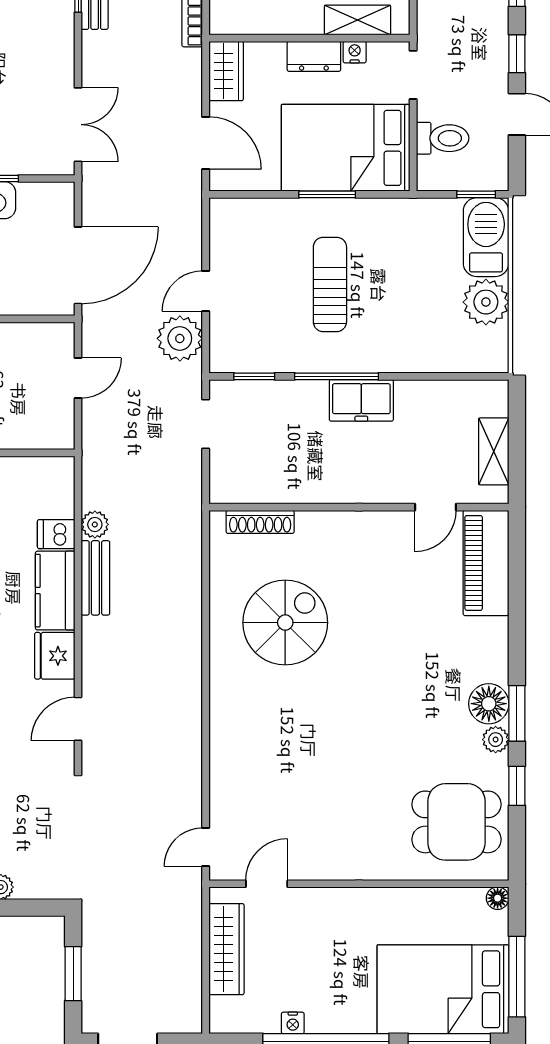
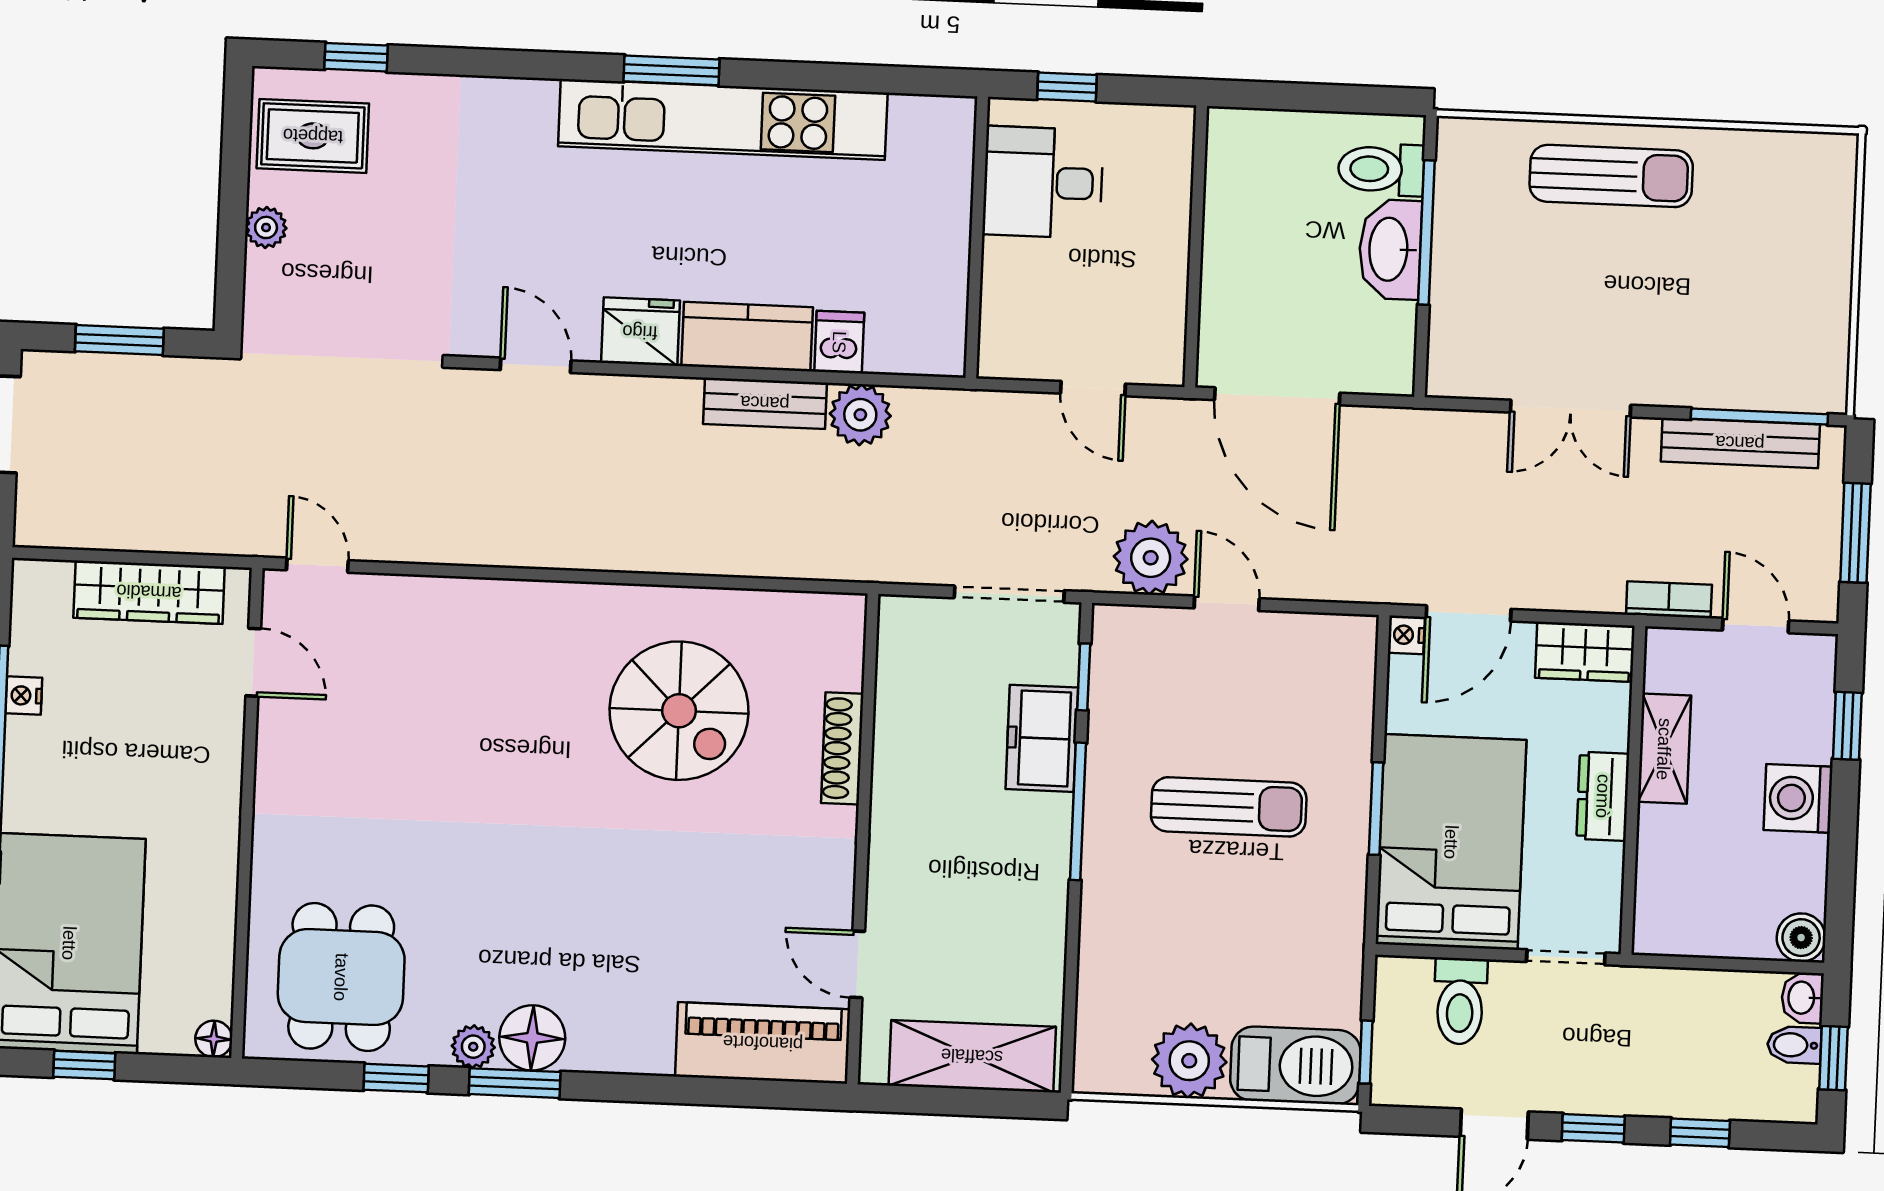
shelving: (358, 20) -> (1664, 749), moved
nightstand: (355, 52) -> (1406, 635), moved, turned 180
double door: (78, 125) -> (1570, 409), moved
freezer: (361, 400) -> (1042, 738), moved
doorway: (206, 424) -> (1009, 594), width x1.38
shelving: (494, 451) -> (972, 1056), width x1.50, depth x1.33
shoe rack: (260, 522) -> (842, 748), moved
plant: (95, 524) -> (860, 415), width x1.38, depth x1.38
window: (517, 977) -> (84, 1065), width x0.46

